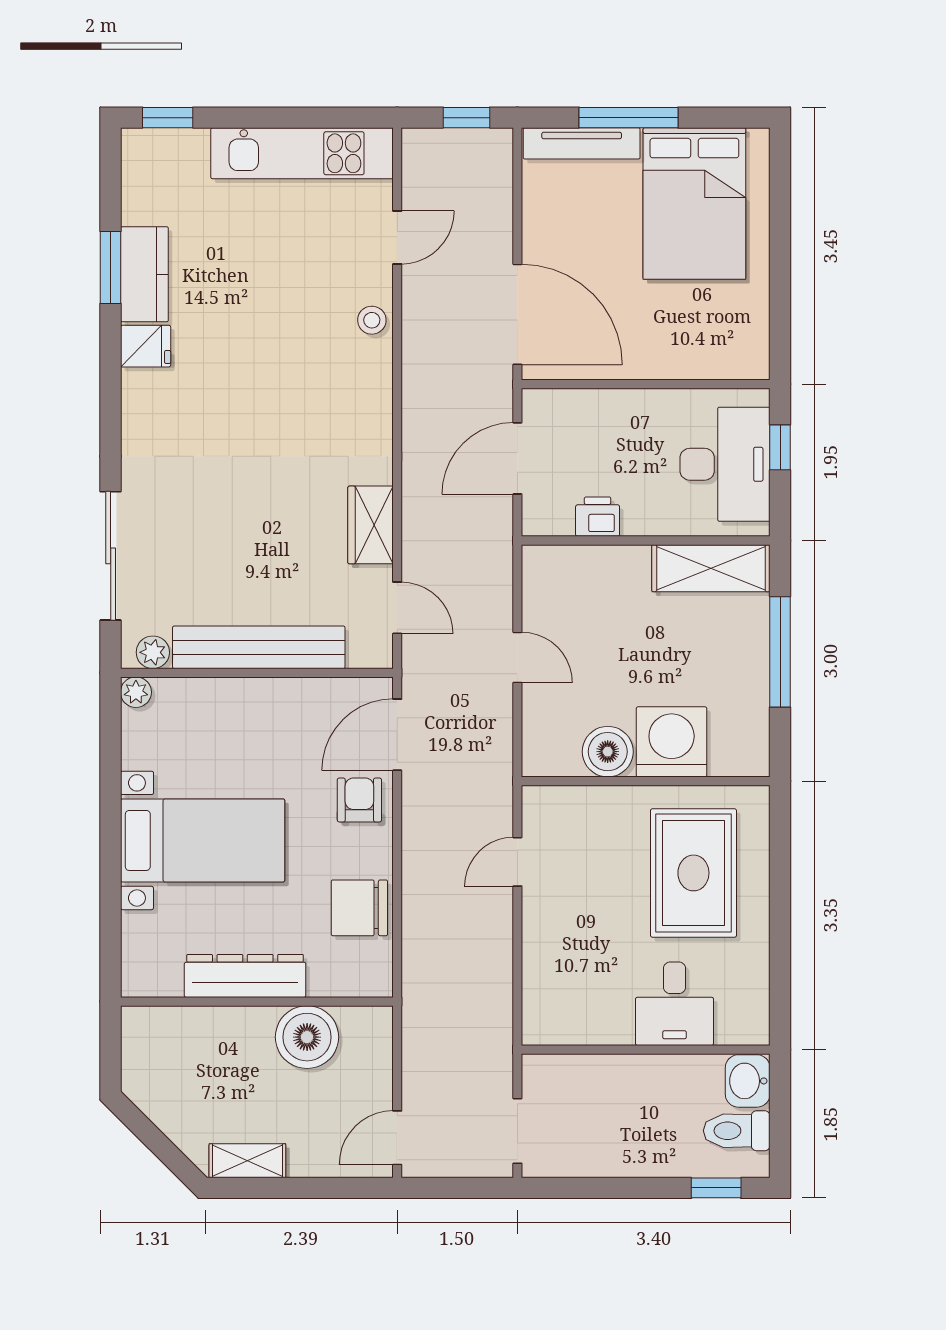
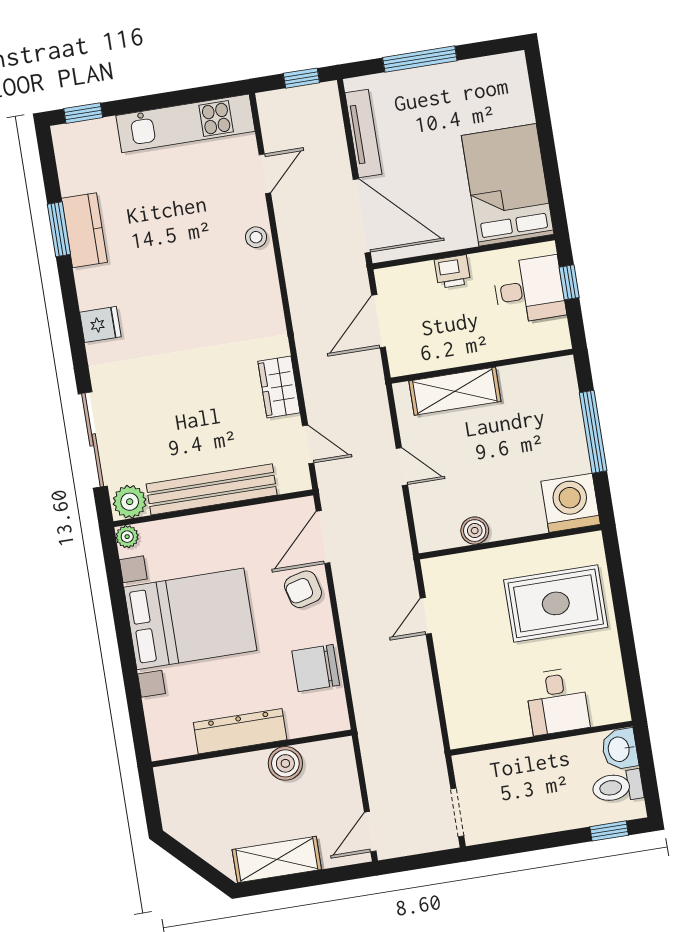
tv unit: (582, 143) -> (363, 133), moved, turned -90
bed: (694, 203) -> (508, 185), moved, turned 180
fridge: (146, 346) -> (100, 324), moved
desk: (725, 464) -> (529, 290), width x0.73
printer: (598, 517) -> (452, 272), moved, turned 180
shelving: (711, 568) -> (455, 391), moved
plant: (153, 652) -> (130, 502), width x1.38, depth x1.38
washing machine: (672, 742) -> (571, 503), moved
boiler: (608, 752) -> (475, 531), width x0.73, depth x0.73
armchair: (359, 800) -> (303, 589), turned -104
bed with nightstands: (203, 840) -> (190, 619), width x1.36
rug: (693, 873) -> (556, 603), turned 90
boiler: (307, 1037) -> (285, 763), width x0.73, depth x0.73
shelving: (247, 1161) -> (277, 859), width x1.50, depth x1.33

